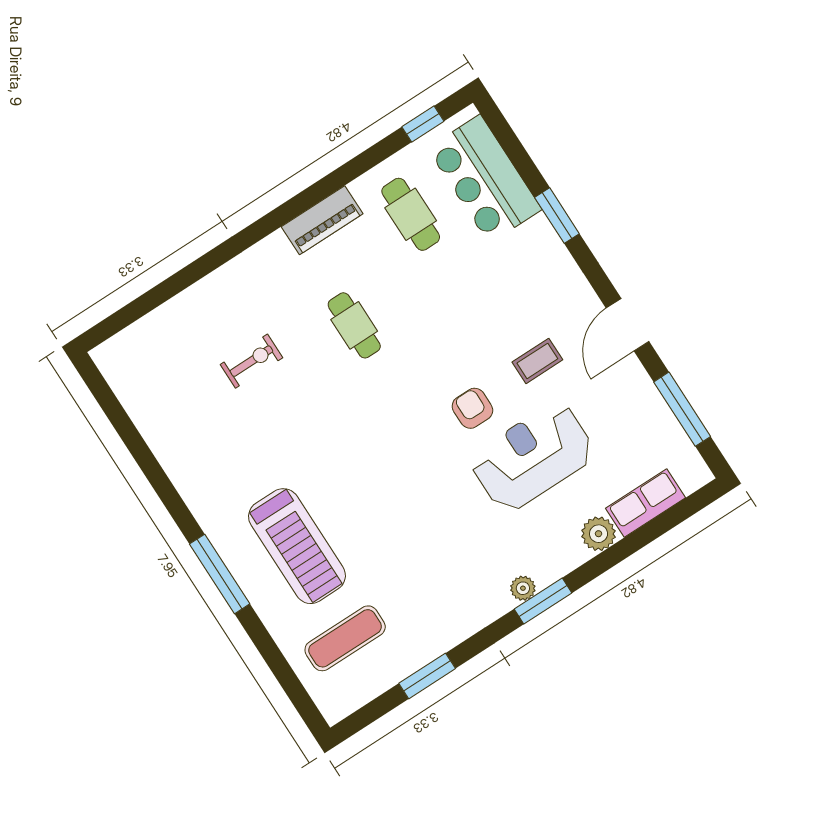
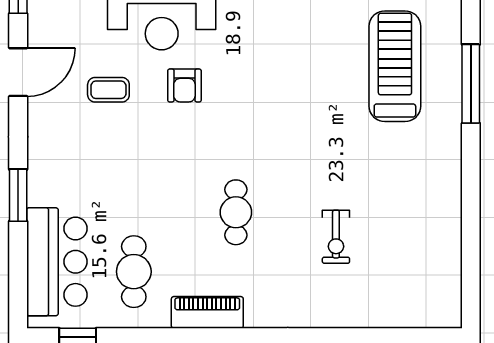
exercise bike: (251, 361) -> (336, 237), turned -90

